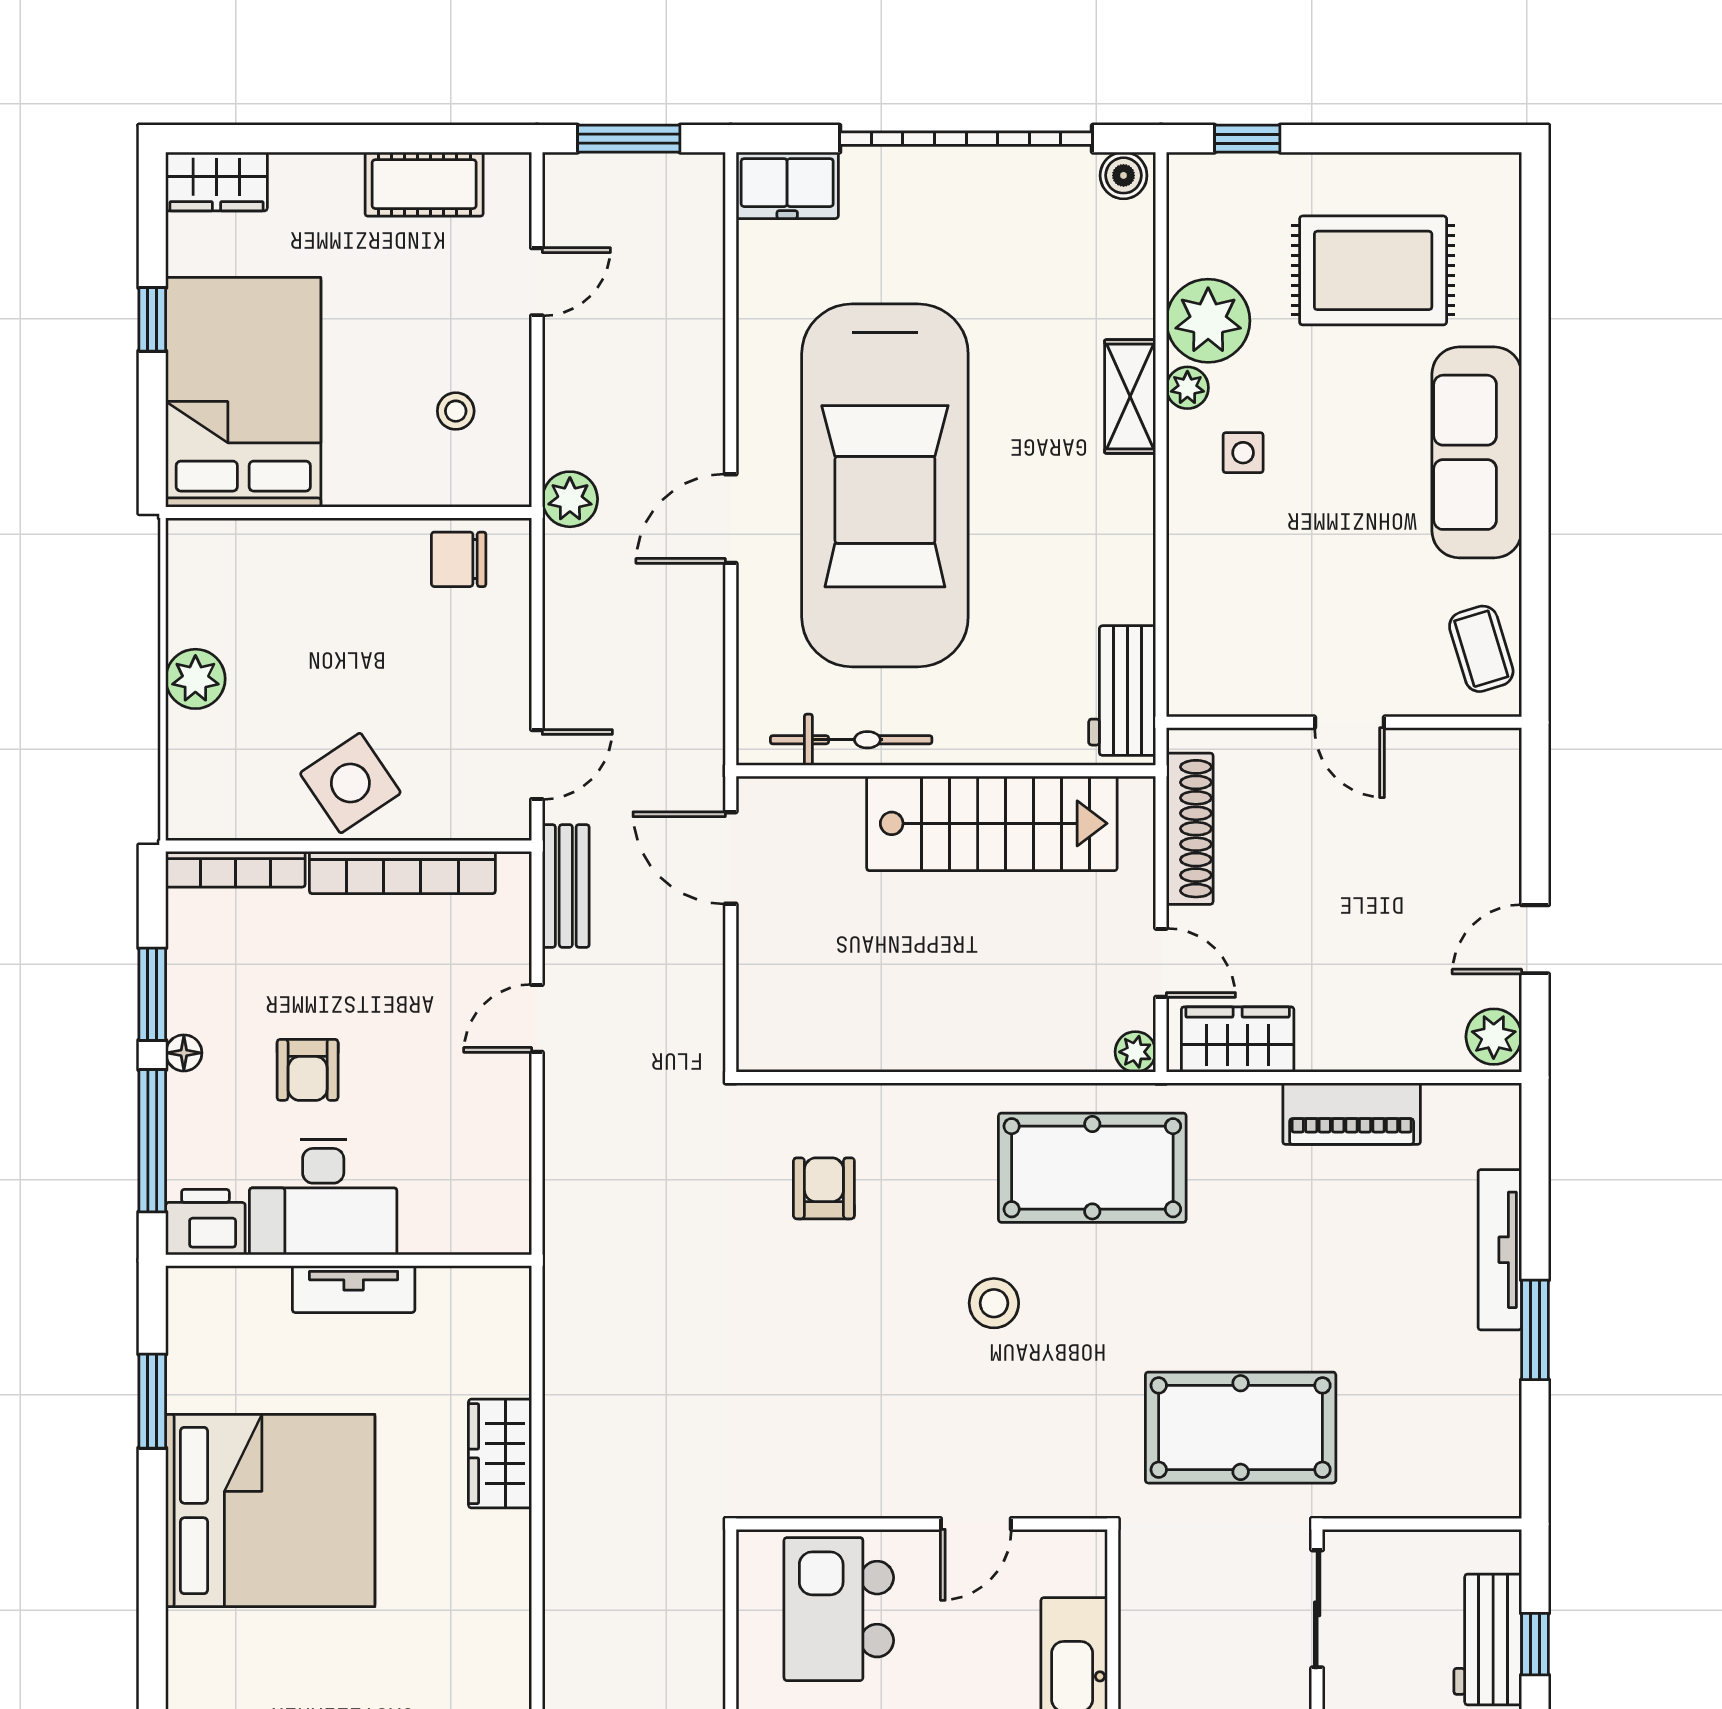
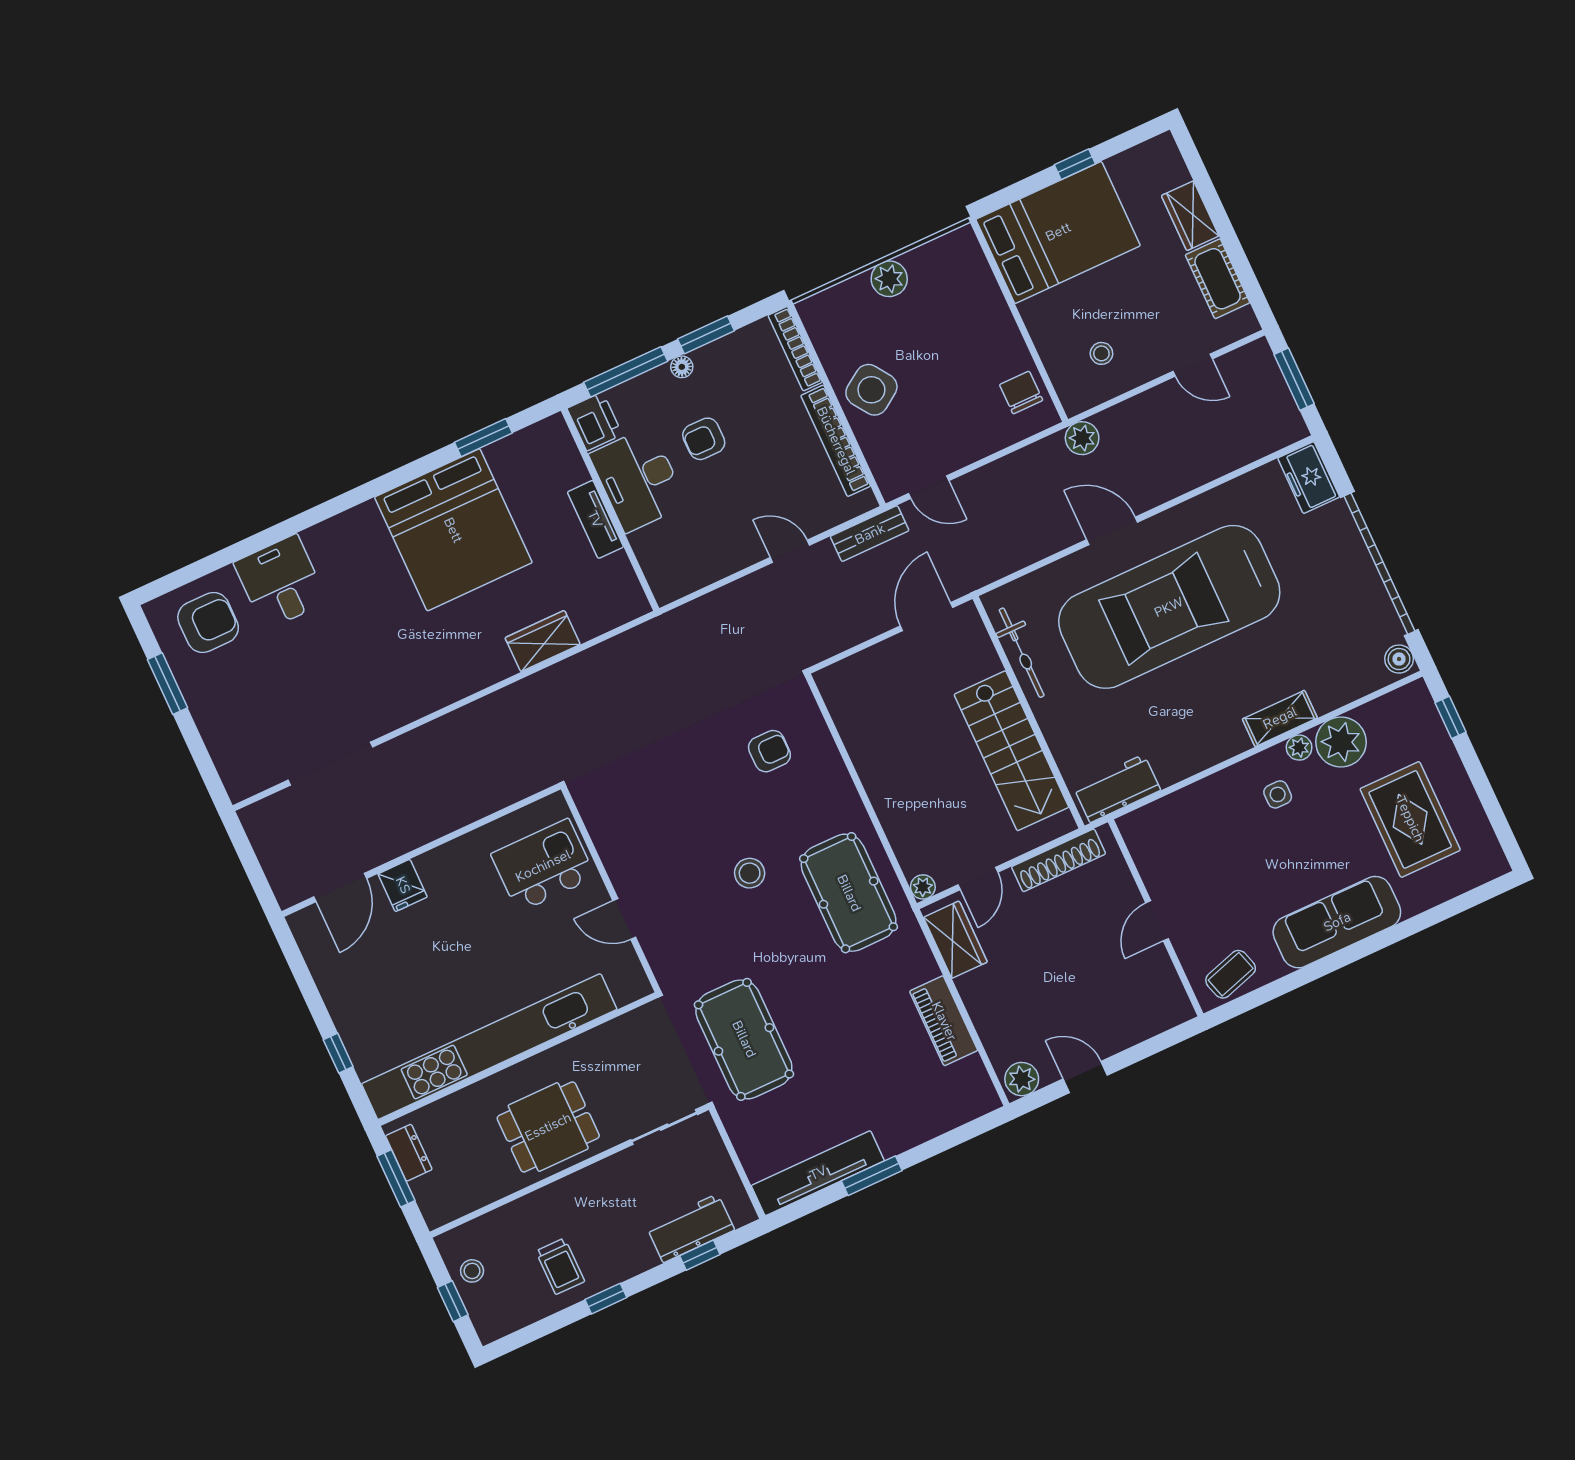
wardrobe: (216, 181) -> (1190, 216), moved
tv unit: (1500, 1250) -> (818, 1173), moved, width x1.36, depth x1.29

